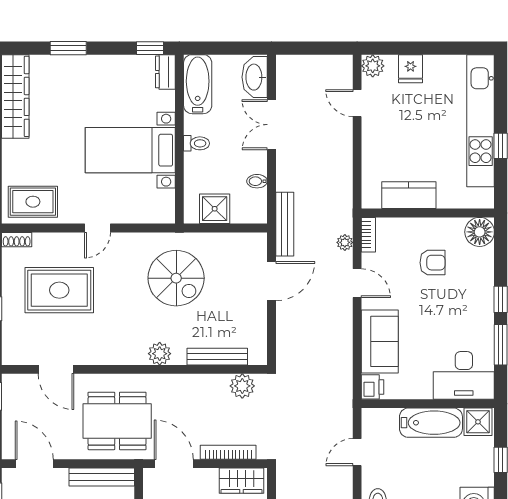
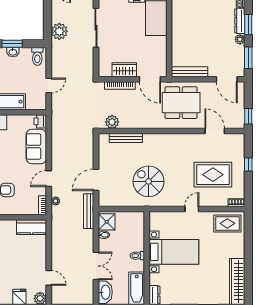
kitchen counter: (409, 195) -> (31, 227), moved
shower: (215, 209) -> (107, 222), moved
door: (357, 283) -> (49, 179), hinge flipped
plant: (160, 354) -> (158, 140), removed
wardrobe: (242, 481) -> (124, 70), moved

